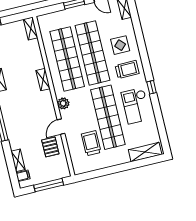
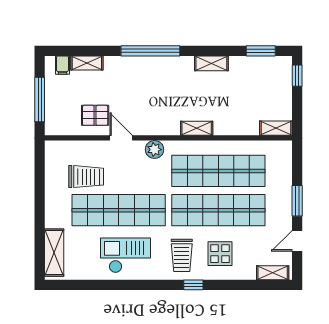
window: (152, 87) -> (193, 285), moved

